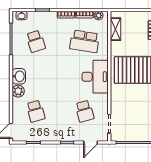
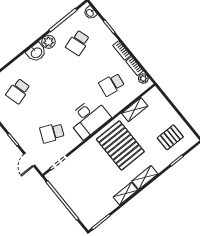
shelving: (116, 29) -> (135, 110), moved
school desk: (85, 41) -> (112, 85), width x0.54
plant: (18, 91) -> (48, 42), moved
school desk: (85, 111) -> (52, 133), turned 39
door: (91, 143) -> (29, 160), hinge flipped

